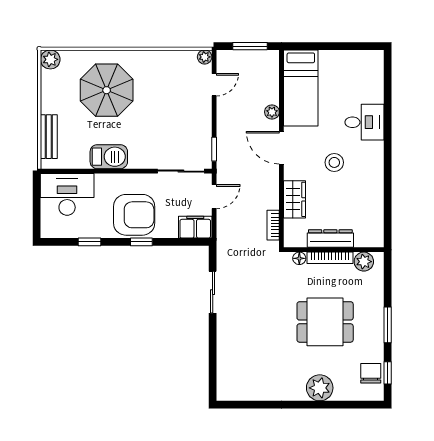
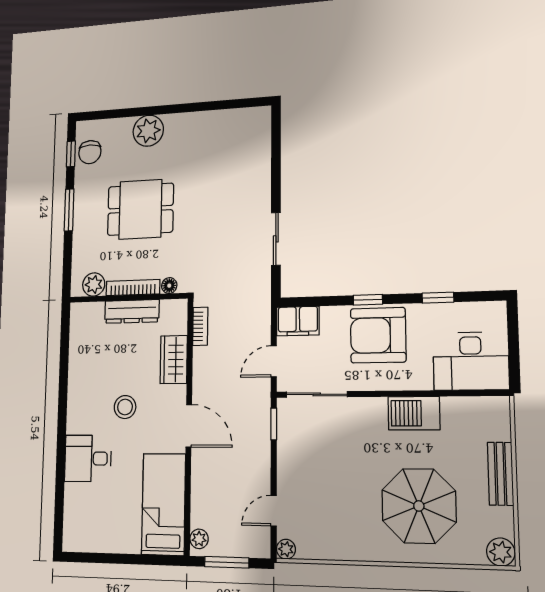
plant: (272, 112) -> (199, 539), moved
bench: (49, 137) -> (500, 474), moved

